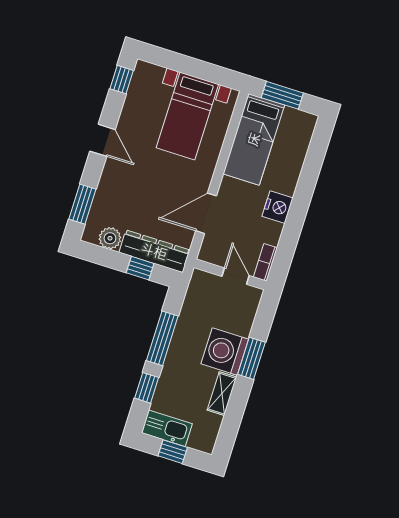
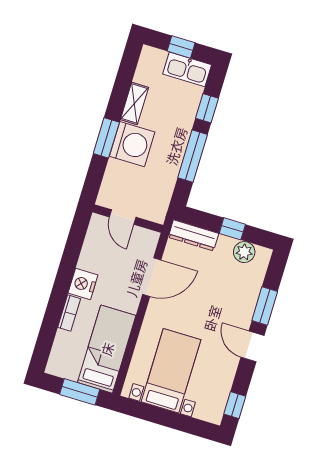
window: (82, 204) -> (265, 306), moved
dresser: (154, 251) -> (193, 235), width x0.73, depth x0.80
bookcase: (265, 262) -> (69, 313), moved
window: (140, 268) -> (232, 229), moved

